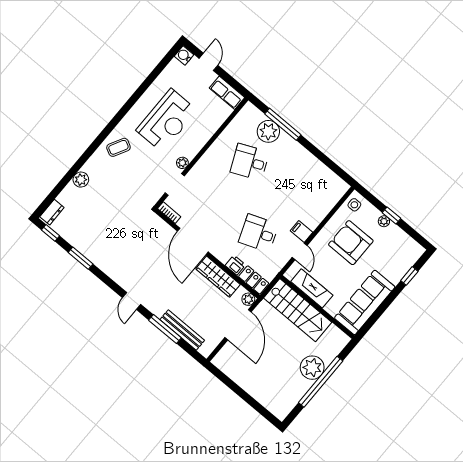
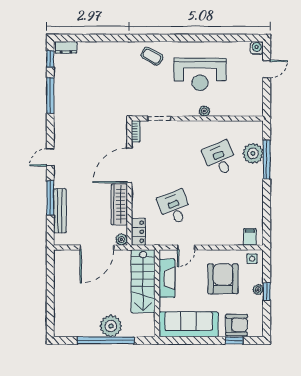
row of seats: (227, 93) -> (256, 101), removed
plant: (182, 163) -> (204, 111), moved
plant: (81, 180) -> (106, 49), removed
filing cabinet: (301, 232) -> (250, 237), moved
window: (81, 258) -> (50, 95), width x1.44
armchair: (398, 263) -> (237, 325), added
printer: (235, 265) -> (138, 210), removed

